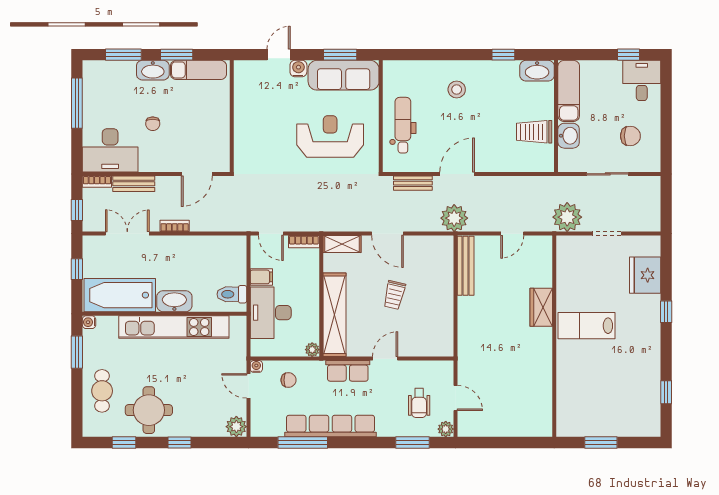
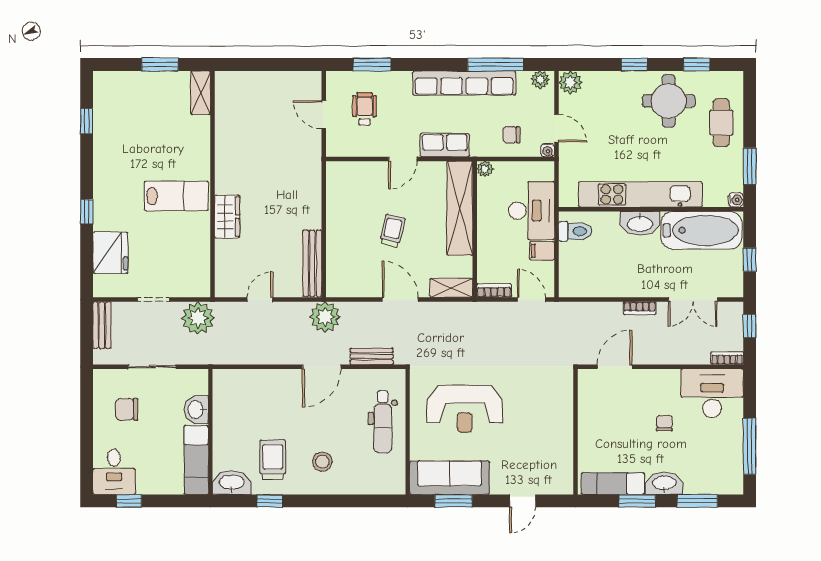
water cooler: (298, 69) -> (500, 485), removed
trolley: (534, 132) -> (273, 460), moved, turned -90
bench: (134, 184) -> (102, 325), moved, turned 90
shelving: (565, 417) -> (201, 93), added
plant: (446, 429) -> (540, 80), moved

